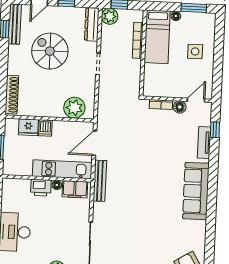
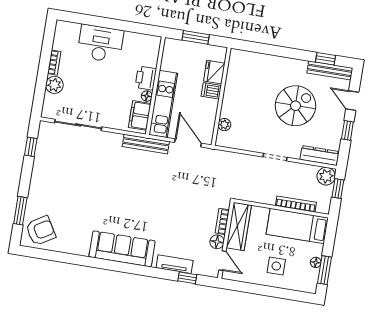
floor lamp: (176, 16) -> (316, 262), moved
wardrobe: (164, 89) -> (239, 226), added
shoe rack: (12, 95) -> (252, 58), removed
plant: (74, 108) -> (224, 125), width x0.53, depth x0.53

